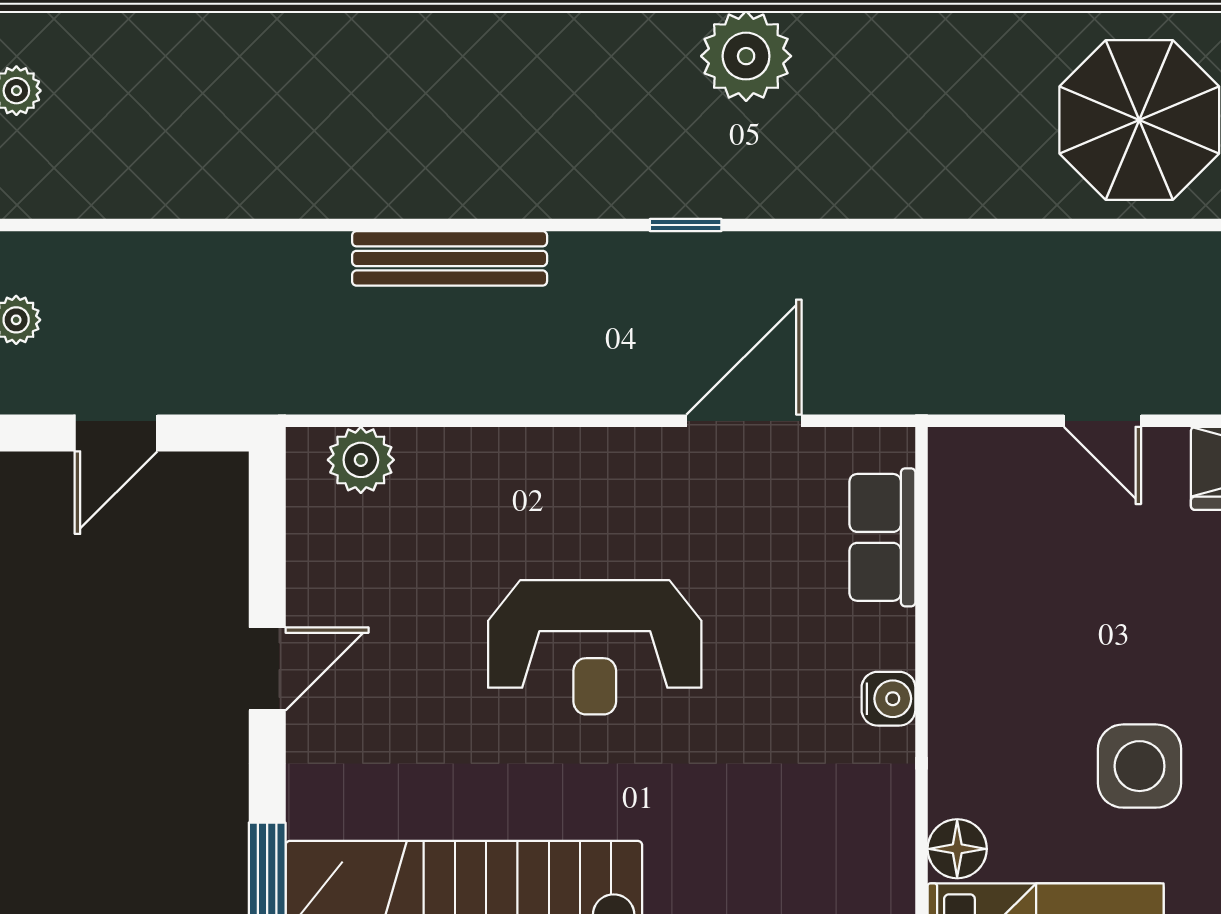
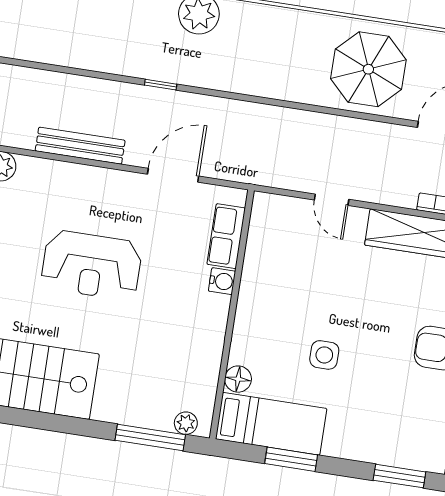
bench: (450, 258) -> (80, 146), moved
water cooler: (888, 699) -> (222, 281), moved
side table: (1140, 766) -> (324, 355), width x0.73, depth x0.73

